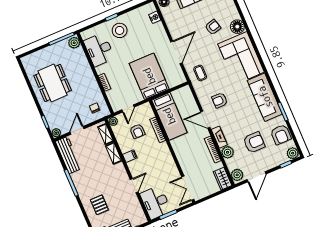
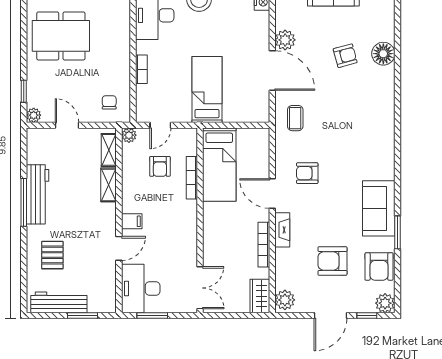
floor lamp: (237, 27) -> (383, 54), moved
door: (176, 52) -> (272, 71), hinge flipped
corner sofa: (241, 58) -> (368, 122), removed
bed: (149, 76) -> (207, 89), width x0.67
dining table: (53, 83) -> (61, 36), turned 90
sofa: (265, 97) -> (379, 208), width x0.73
door: (77, 130) -> (67, 125), hinge flipped
armchair: (254, 142) -> (332, 261), turned 180
plant: (228, 152) -> (285, 40), moved
workbench: (68, 155) -> (37, 194), moved
filing cabinet: (130, 156) -> (132, 221), moved
door: (256, 177) -> (330, 316), moved
double door: (188, 188) -> (200, 288), swing flipped

